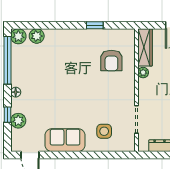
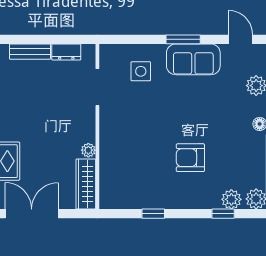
window: (43, 25) -> (223, 214), added
armchair: (111, 60) -> (190, 158), moved, turned -90
window: (73, 155) -> (183, 39), added

